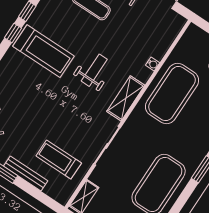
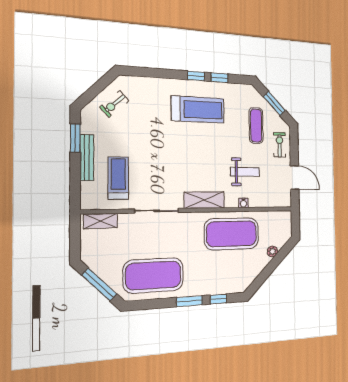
treadmill: (43, 51) -> (198, 110), turned -90
weight bench: (94, 70) -> (245, 172), moved

